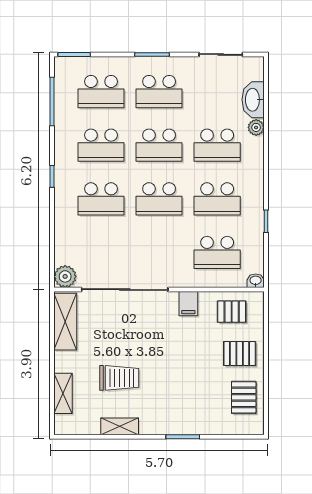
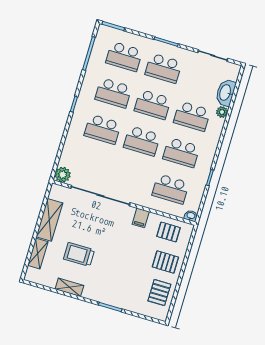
shelving: (65, 322) -> (49, 220), moved
trolley: (119, 378) -> (79, 254), turned 180

